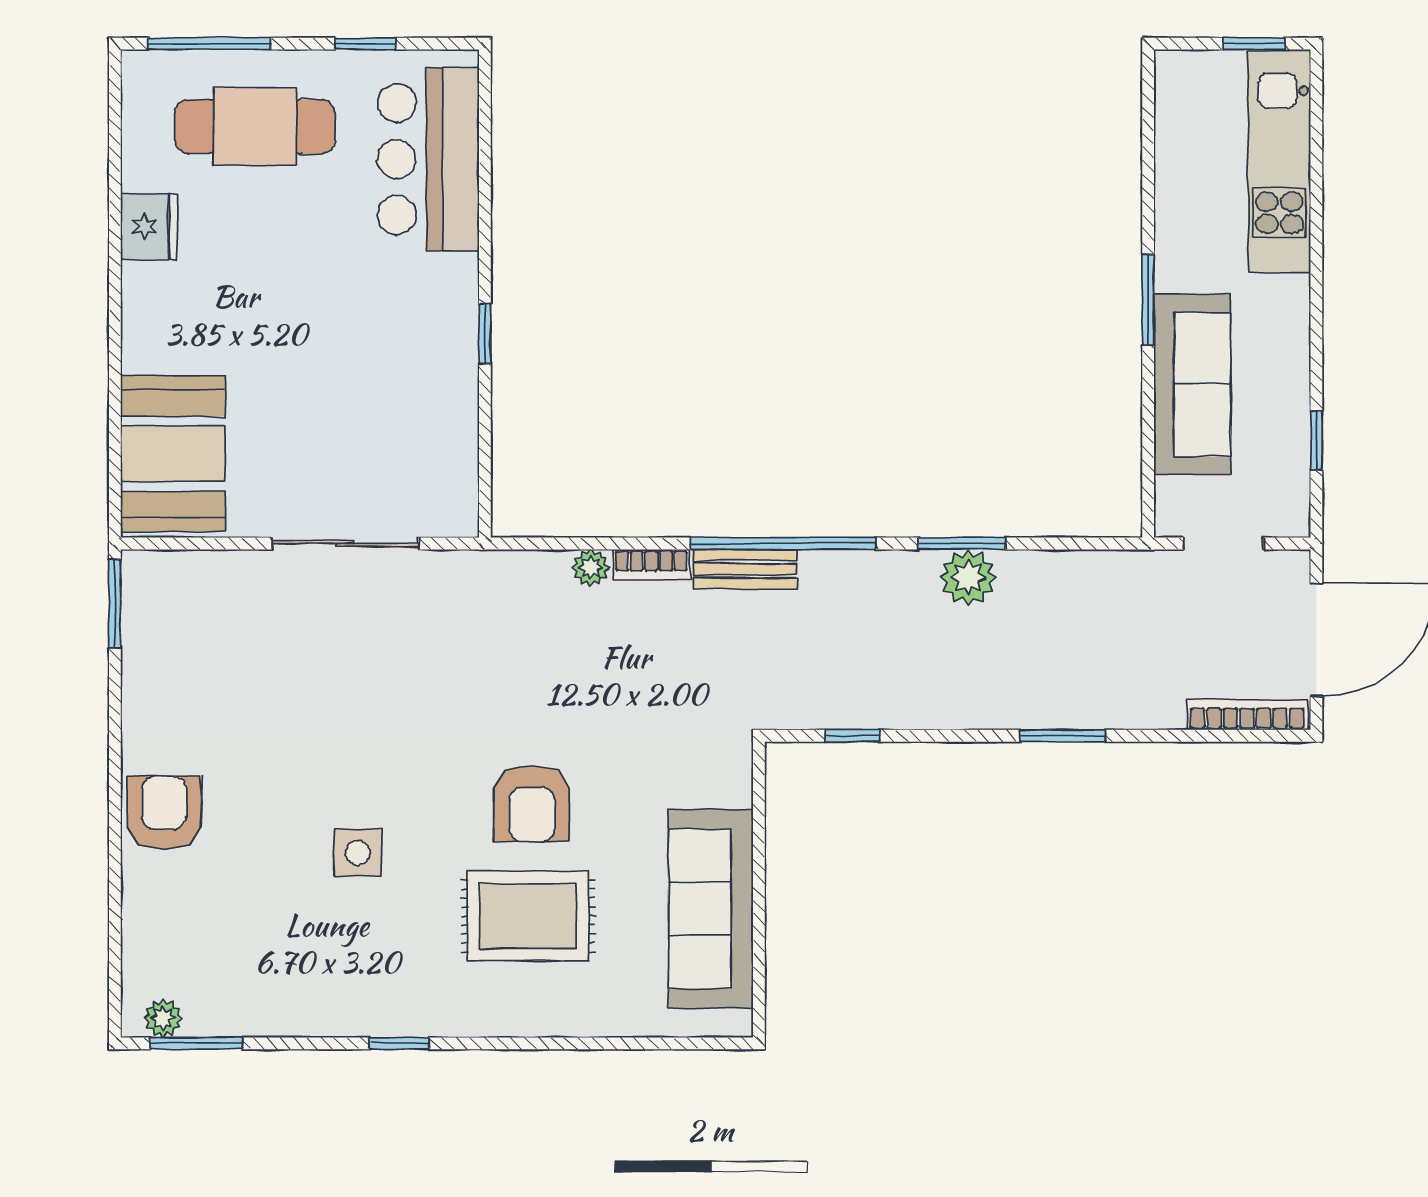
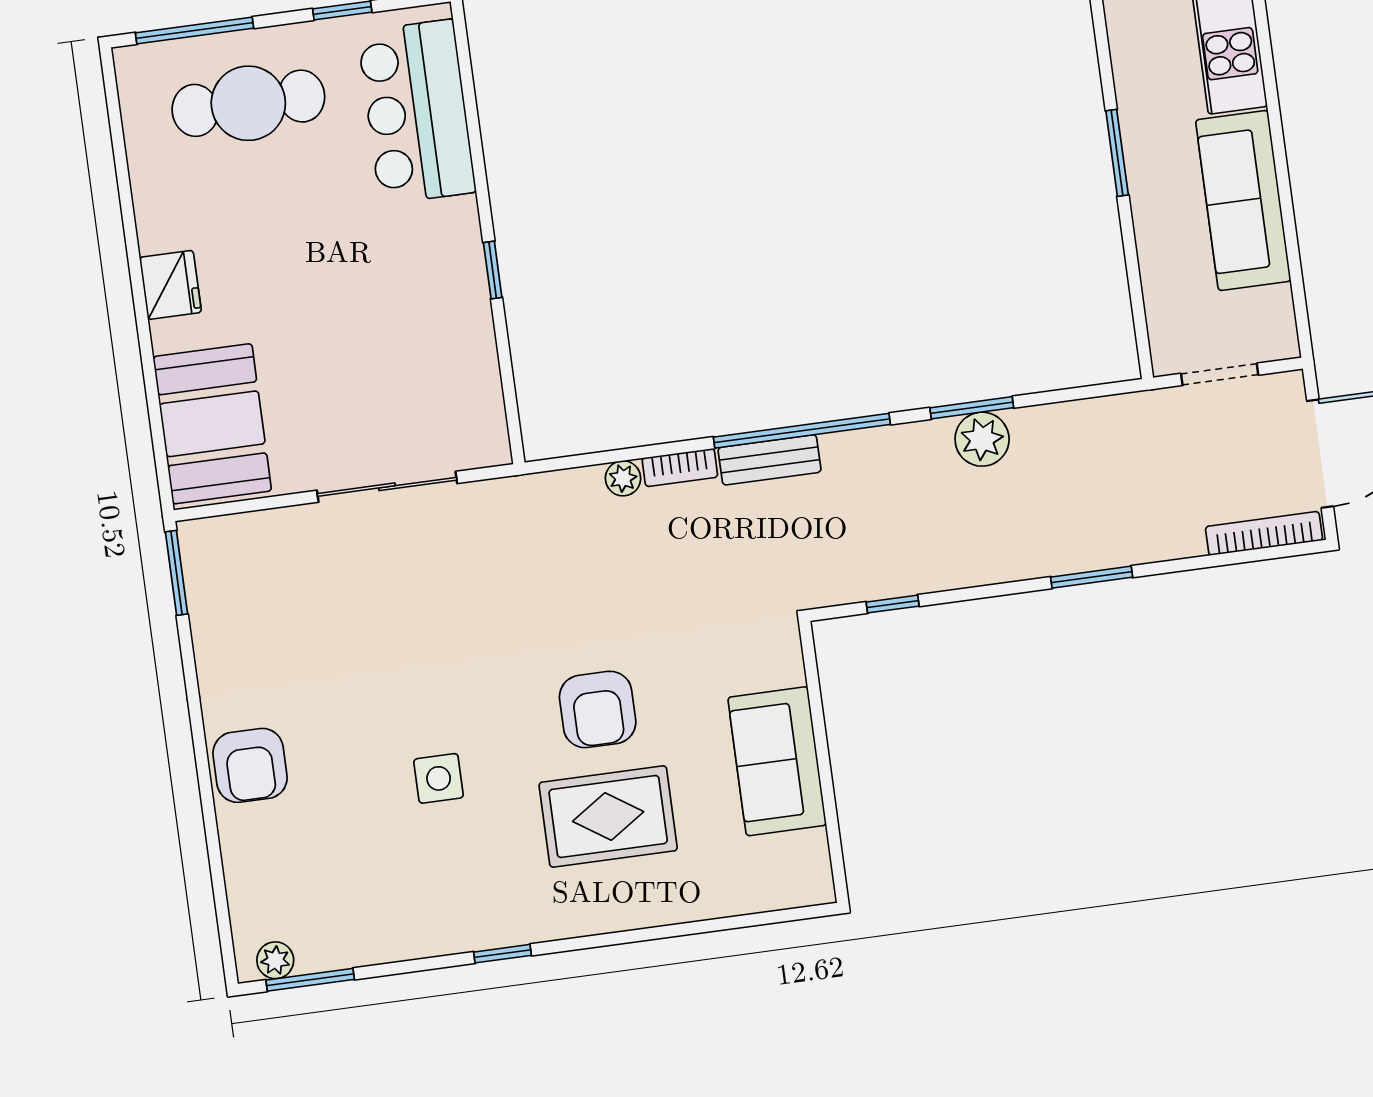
fridge: (149, 227) -> (170, 285), moved
sofa: (1192, 384) -> (1243, 201), moved, turned 180
window: (1316, 440) -> (1294, 264), removed
armchair: (164, 813) -> (250, 765), turned 180
sofa: (711, 909) -> (777, 761), width x0.73

